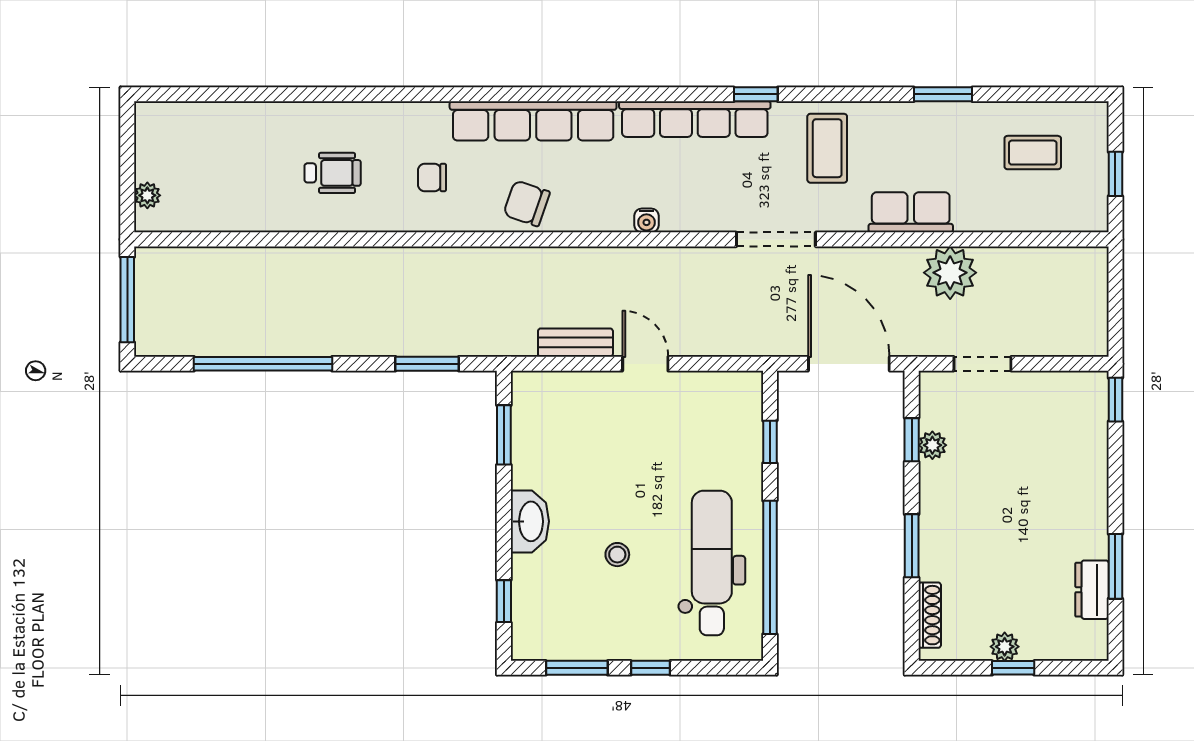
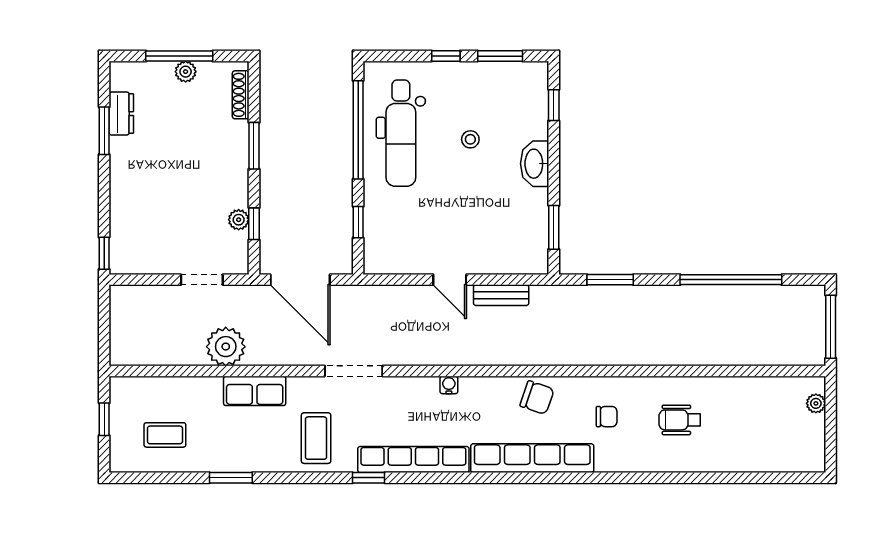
window: (1013, 668) -> (179, 56), width x2.17

